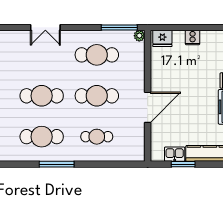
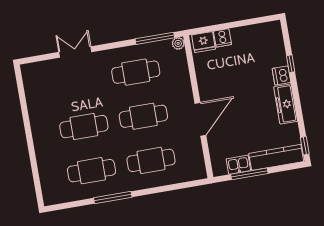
double door: (45, 27) -> (75, 52), swing flipped
cooker: (193, 38) -> (222, 38), moved
cafe table: (97, 137) -> (151, 160), width x1.37, depth x1.35
window: (183, 164) -> (249, 174), width x1.44

